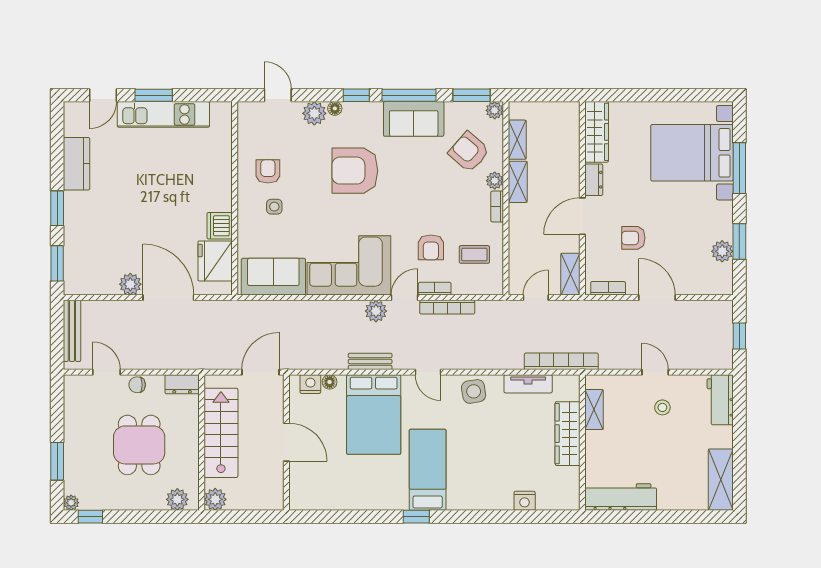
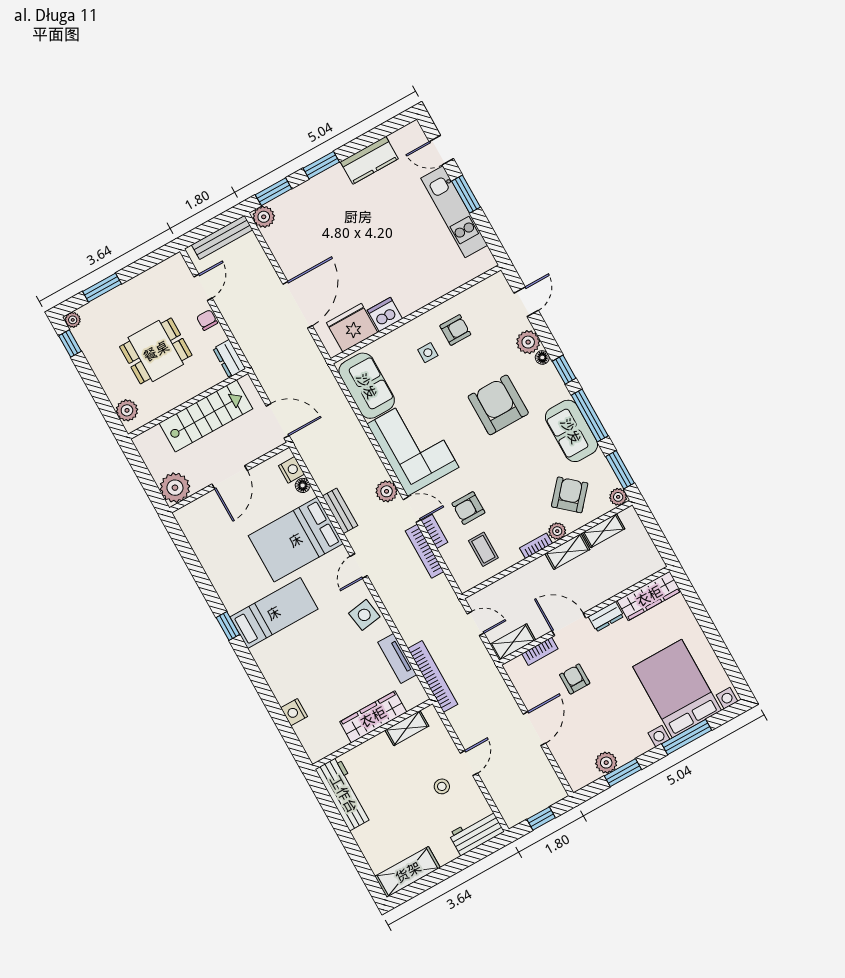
plant: (130, 284) -> (264, 217), moved
bookcase: (608, 288) -> (540, 651), moved, turned 90
plant: (215, 499) -> (175, 488), moved, width x1.36, depth x1.36

